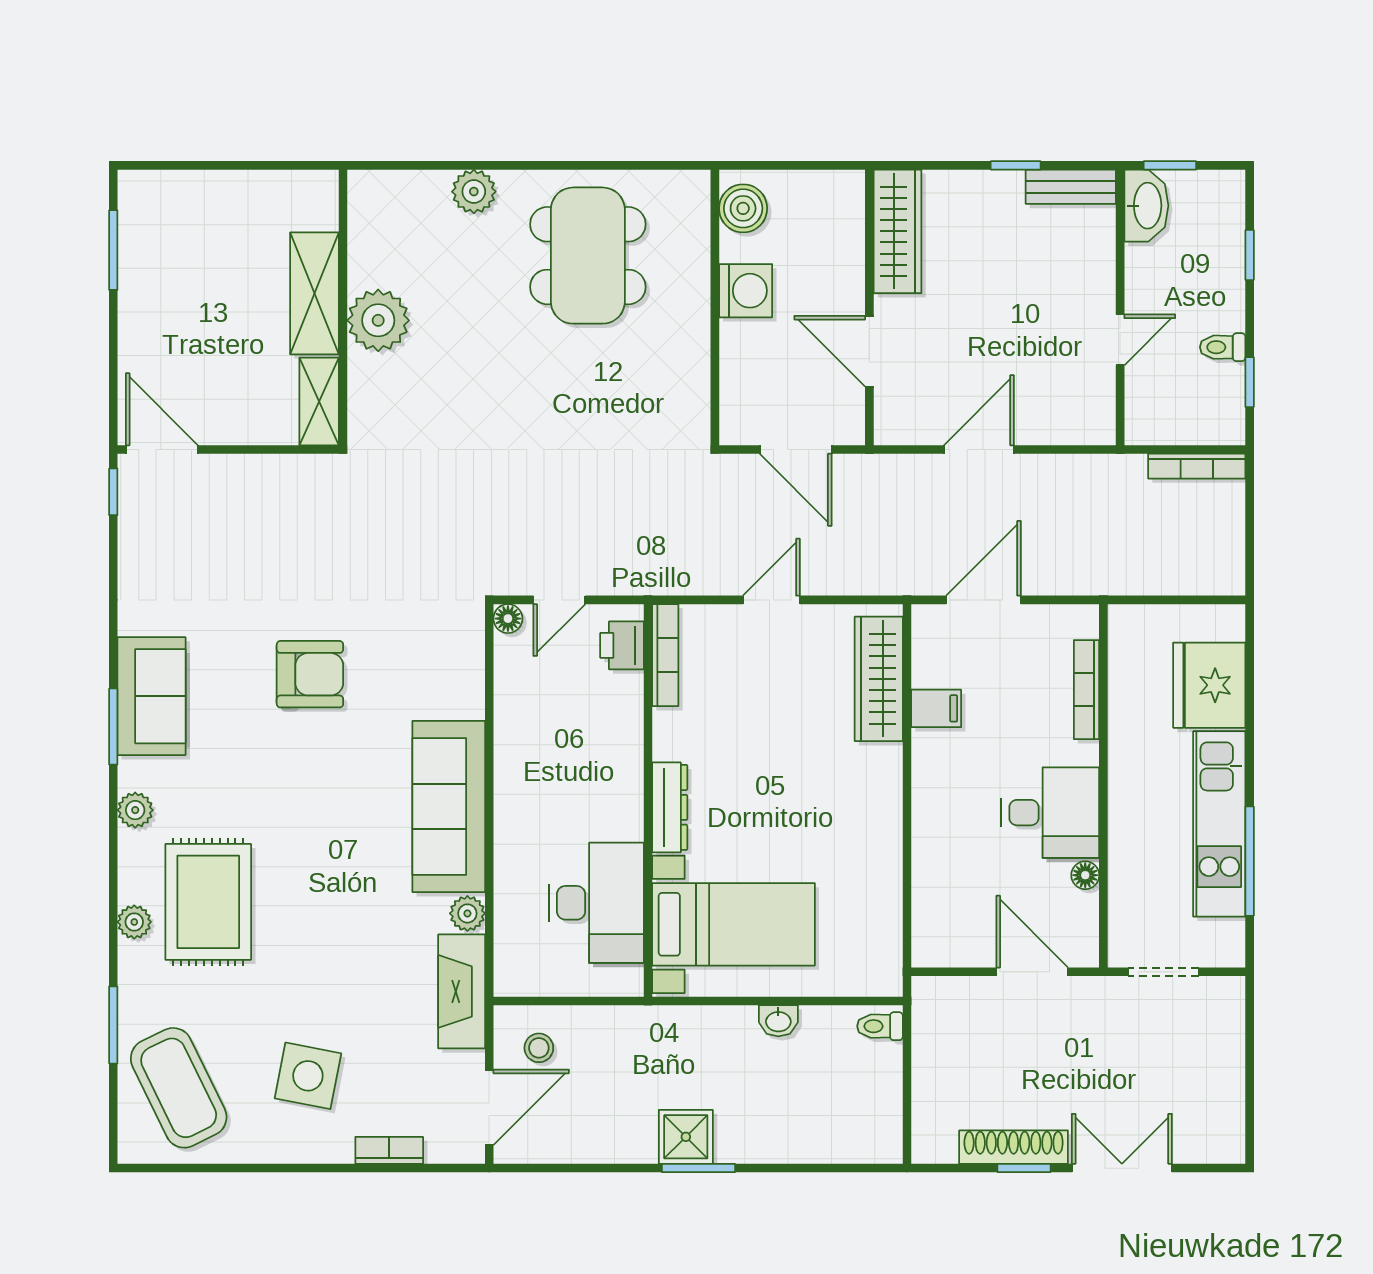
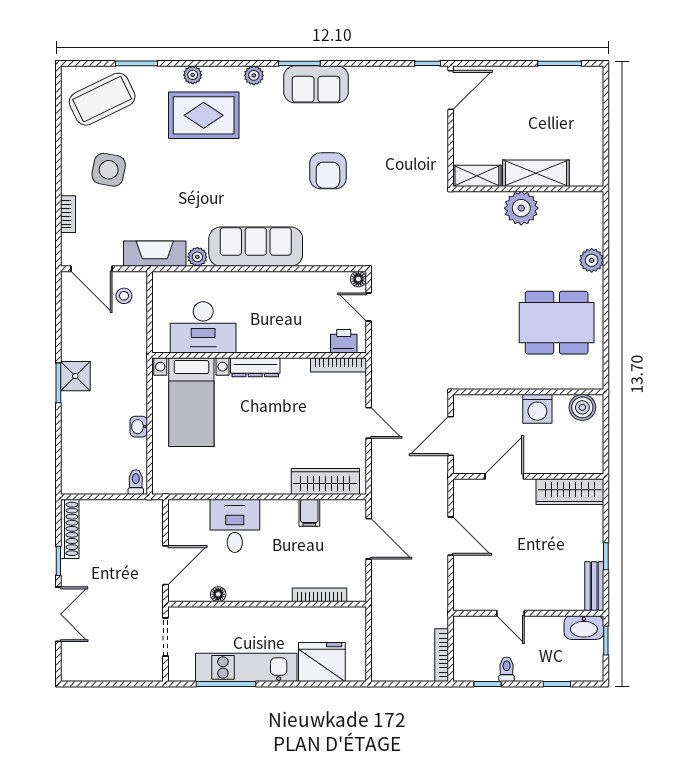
desk: (1050, 813) -> (235, 526), moved, turned 180
shoe rack: (1014, 1147) -> (70, 529), moved

